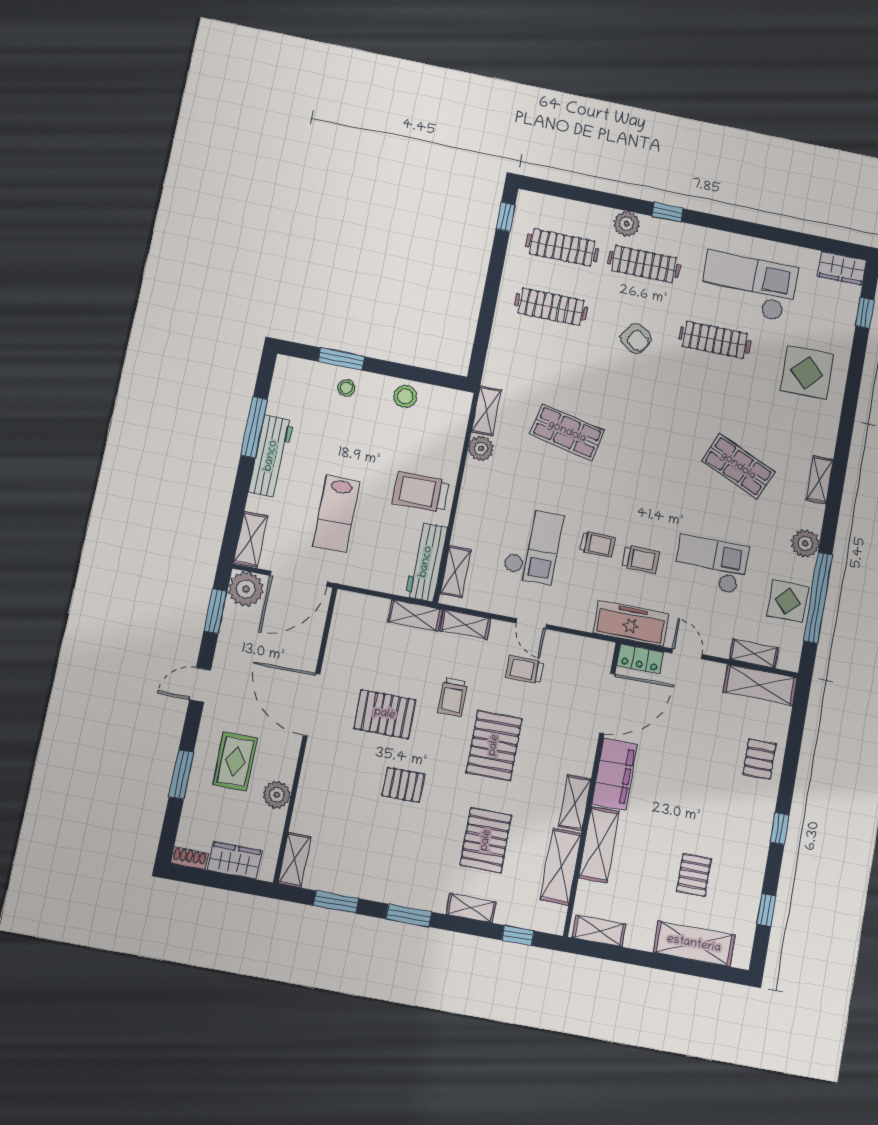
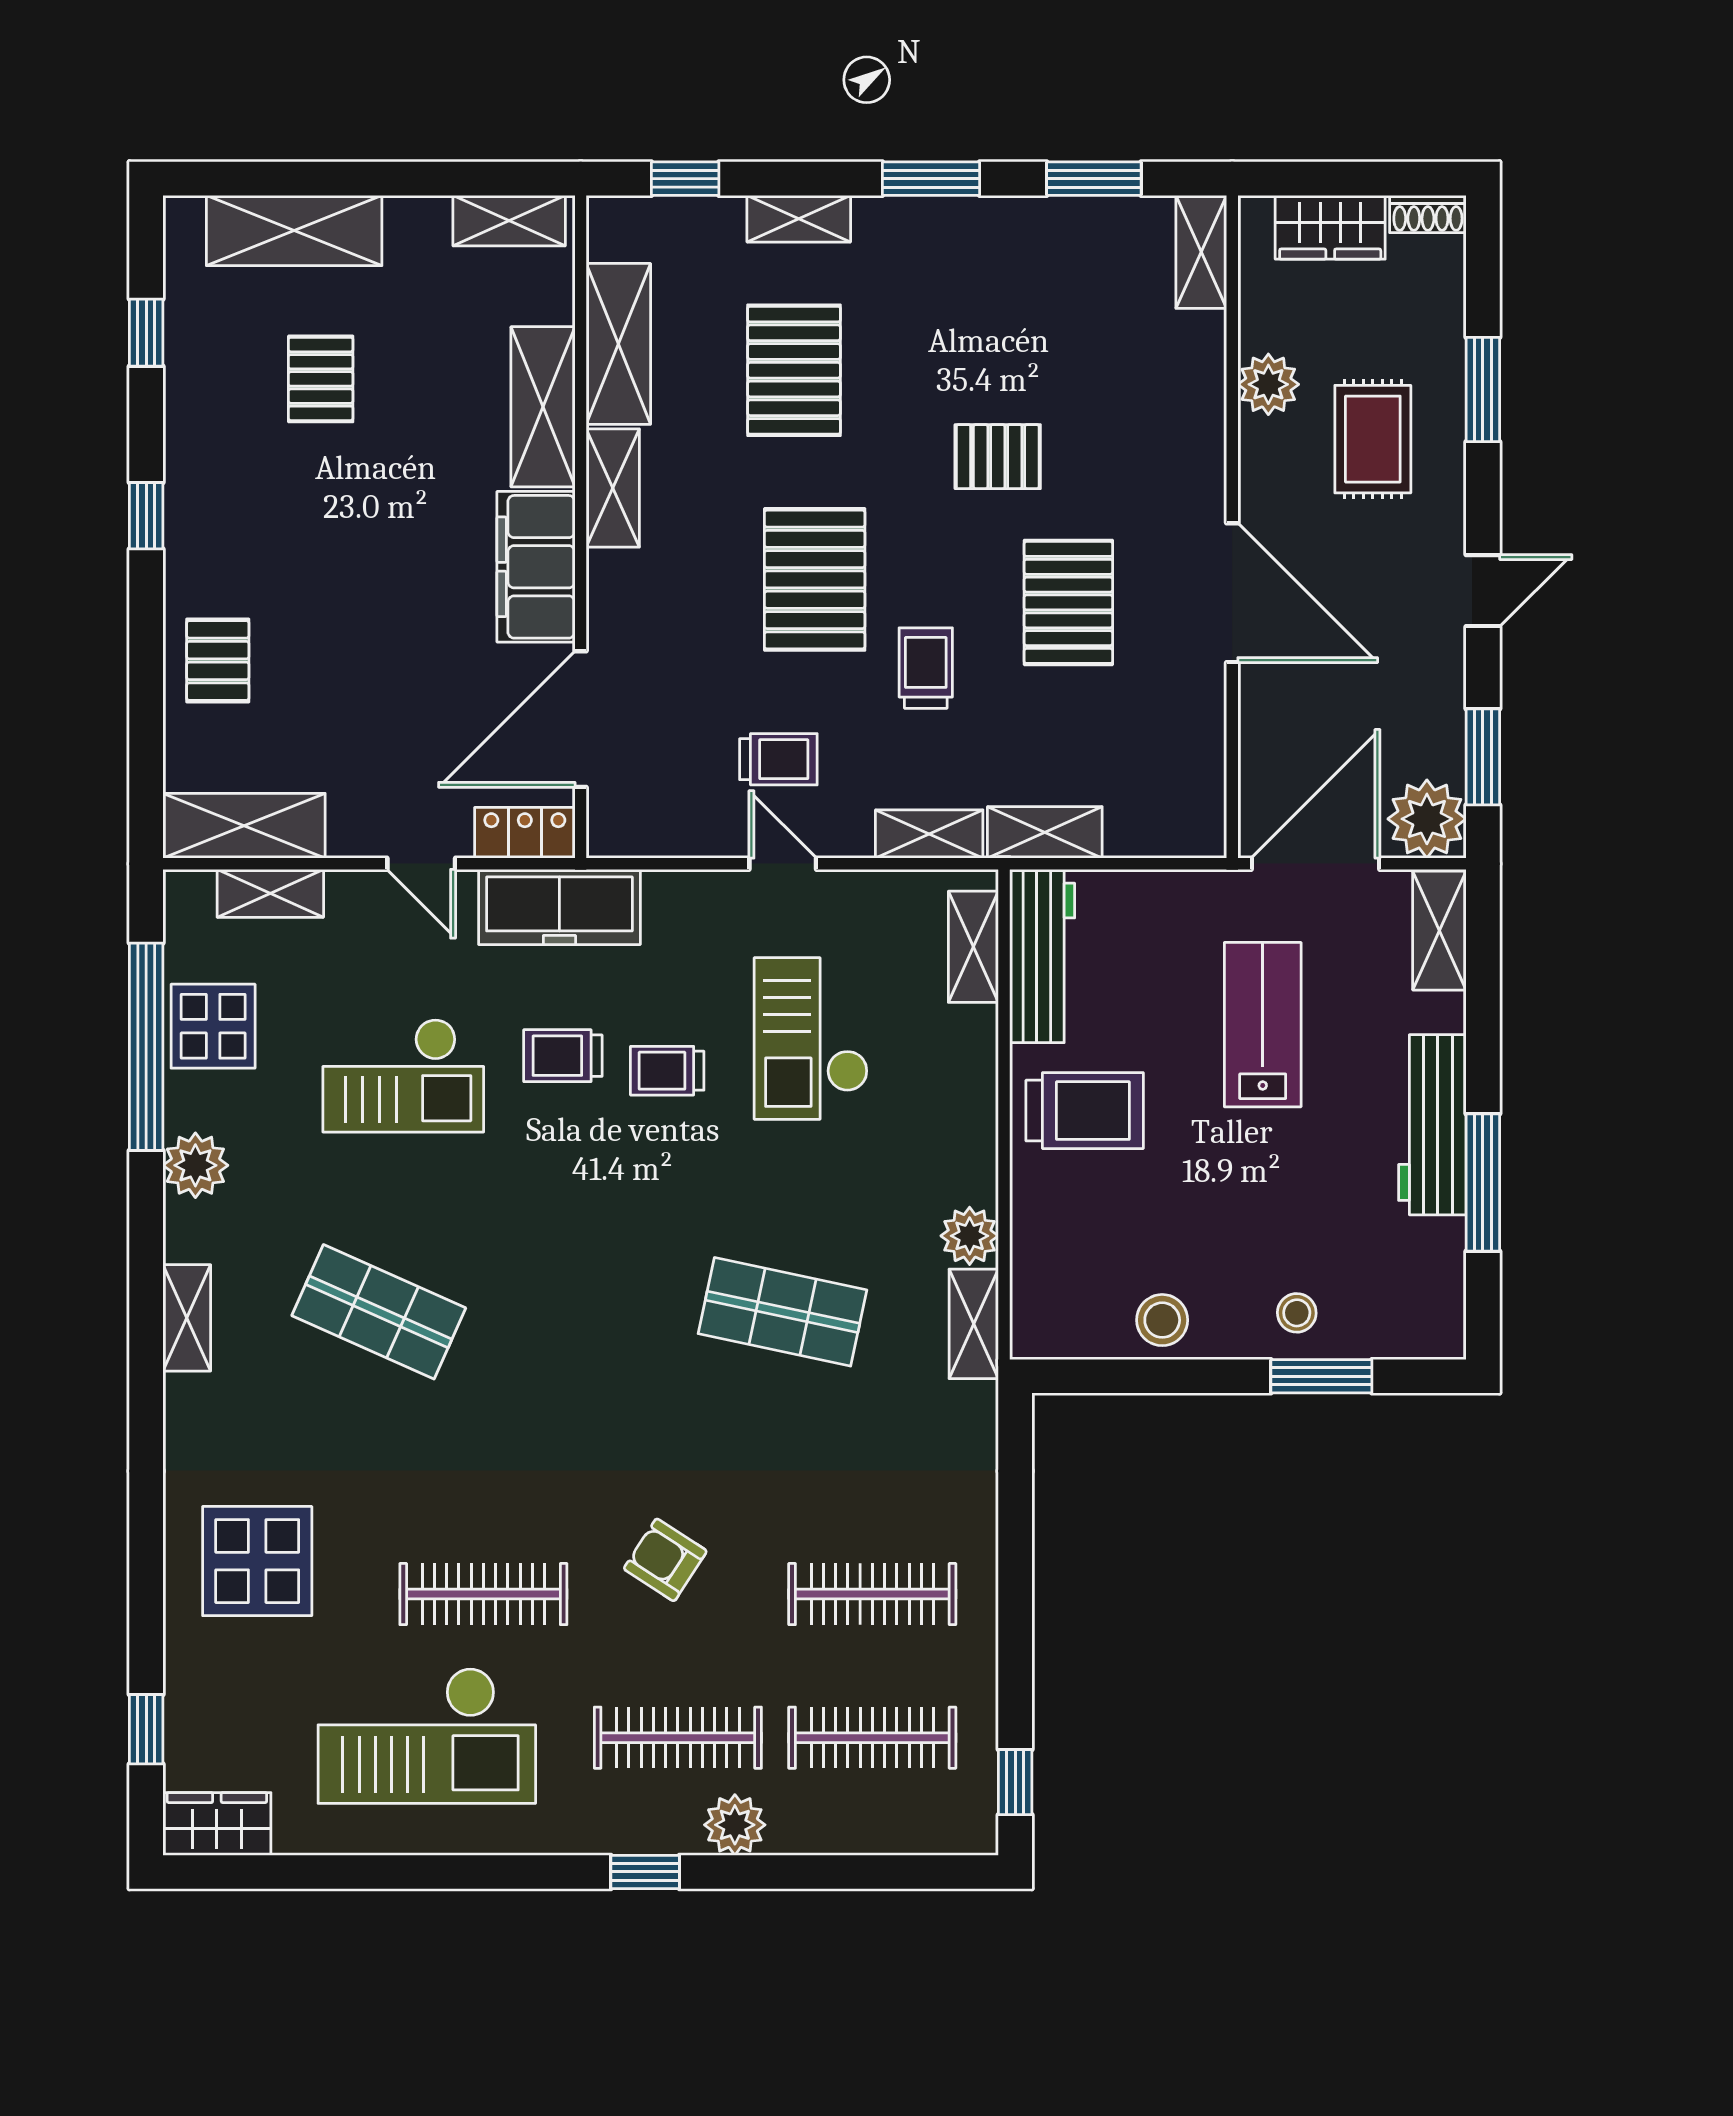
pallet: (385, 714) -> (1068, 602), turned 90

